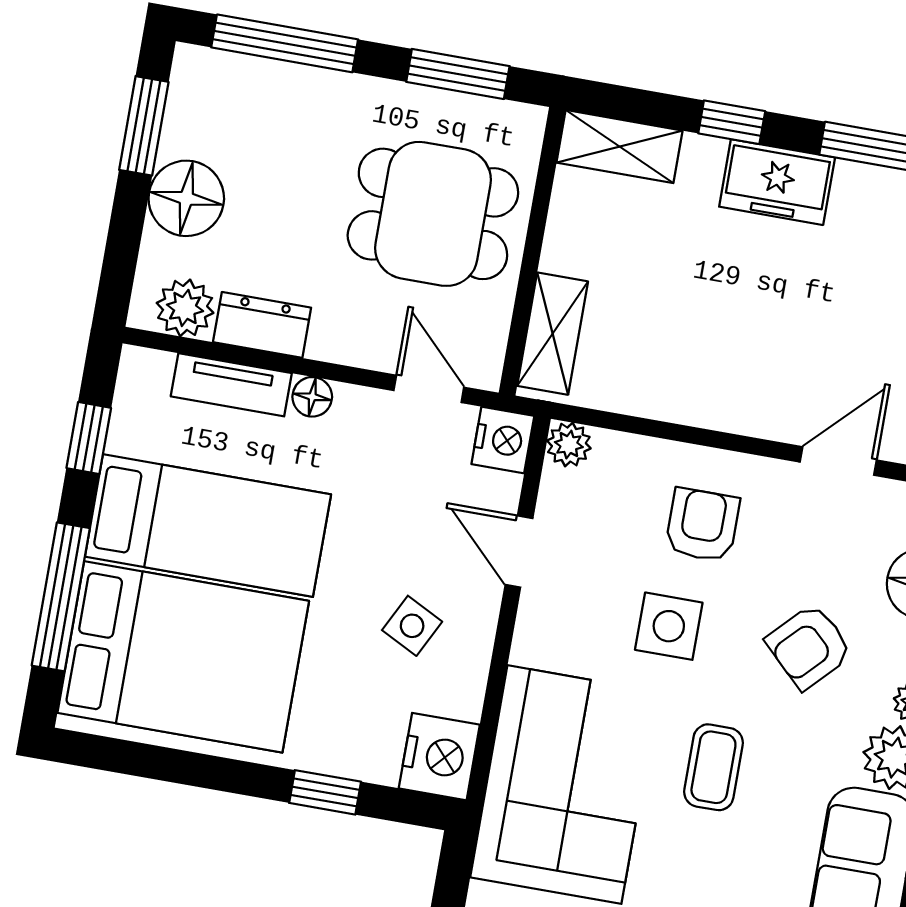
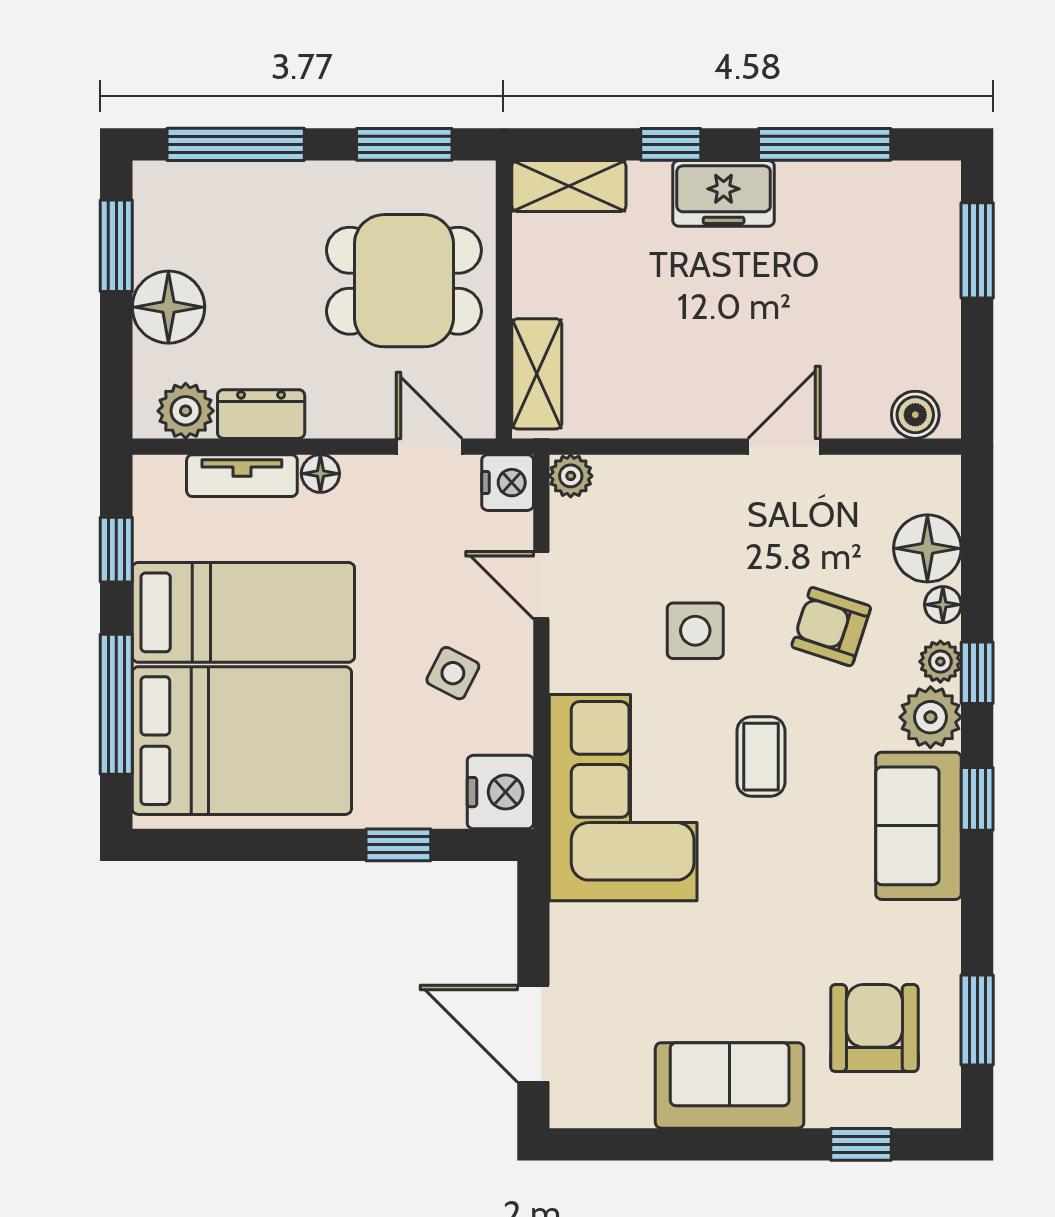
door: (838, 461) -> (784, 447), moved
armchair: (702, 525) -> (710, 530), removed
armchair: (809, 647) -> (831, 627), turned 64

